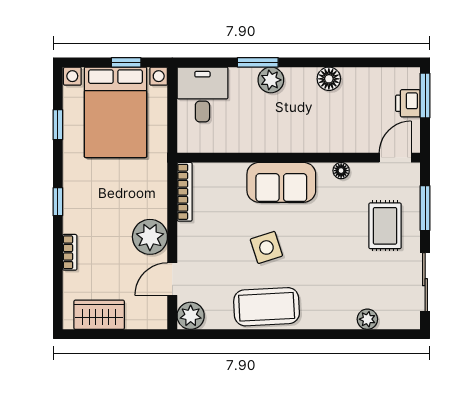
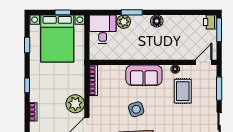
floor lamp: (329, 79) -> (157, 21), moved
plant: (271, 80) -> (124, 22), moved
printer: (408, 103) -> (210, 22), moved
rug: (385, 226) -> (183, 91), moved

